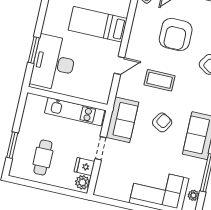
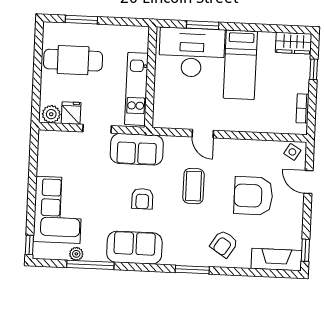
bed: (98, 24) -> (240, 65), moved, turned 180
armchair: (162, 122) -> (142, 199), turned 59
cafe table: (43, 157) -> (73, 60), width x1.37, depth x1.35
plant: (193, 195) -> (76, 254), moved

